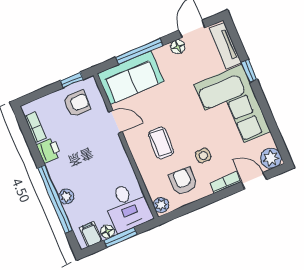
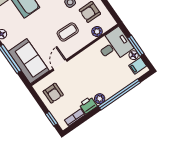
window: (72, 80) -> (52, 119), moved
armchair: (77, 104) -> (53, 93), turned 180
plant: (66, 196) -> (100, 99), moved
plant: (161, 205) -> (97, 31), moved

